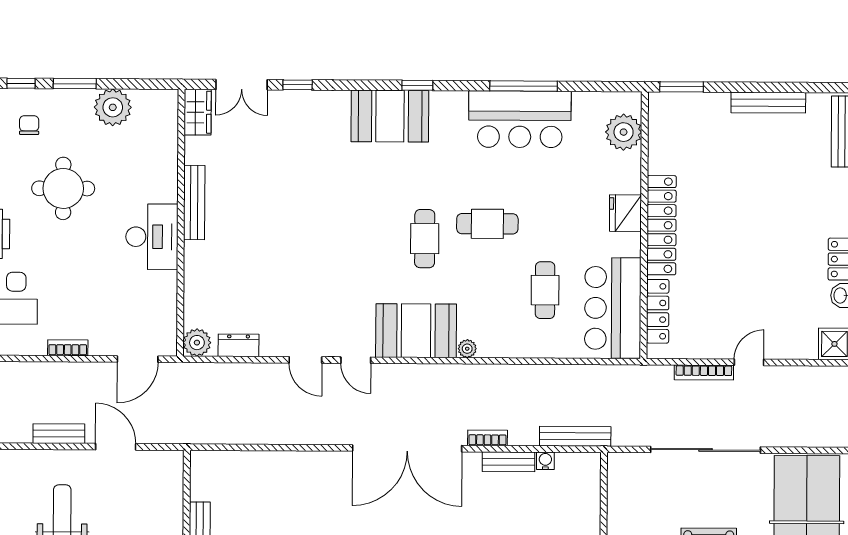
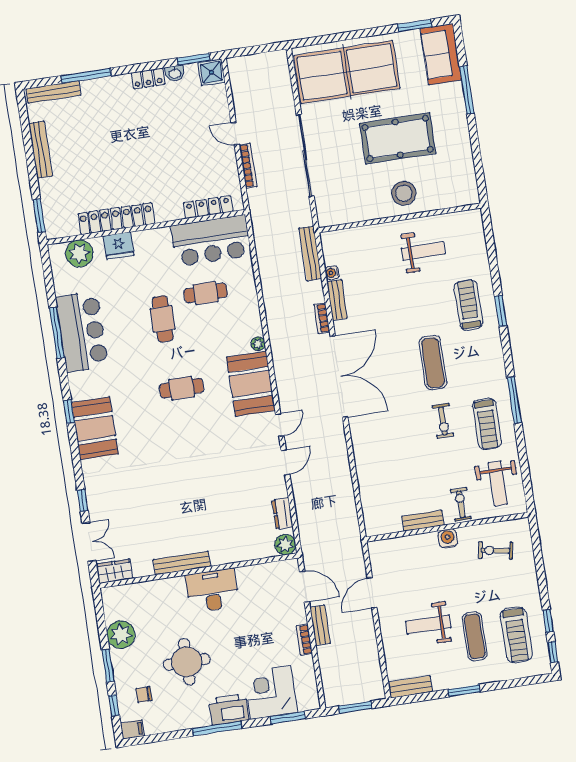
fridge: (625, 213) -> (119, 246), moved
cafe table: (487, 224) -> (163, 319), moved
locker: (661, 225) -> (116, 219), moved
bench: (59, 434) -> (320, 625), moved

